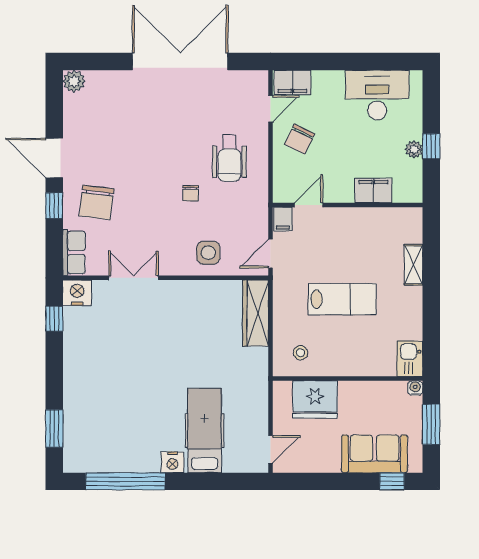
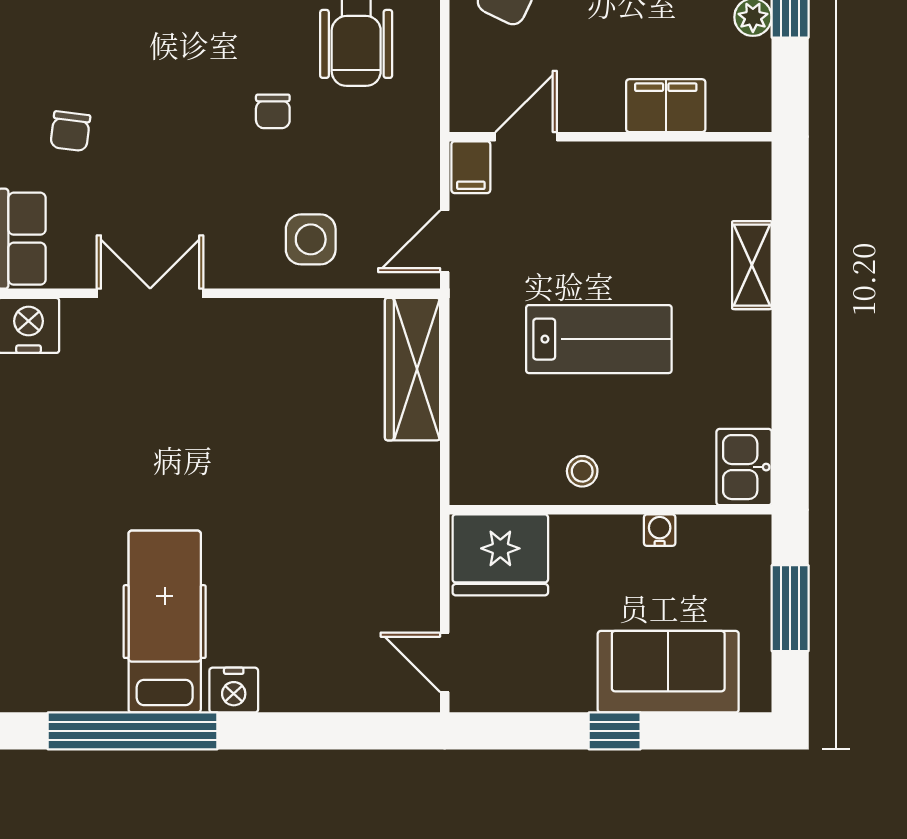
chair: (96, 202) -> (70, 131), width x0.54, depth x0.54
stool: (301, 353) -> (582, 471), moved
water cooler: (415, 388) -> (660, 530), moved
fridge: (315, 399) -> (500, 555), moved
hospital bed: (205, 431) -> (165, 622), moved
door: (271, 449) -> (445, 662), swing flipped
window: (392, 481) -> (615, 731), moved

